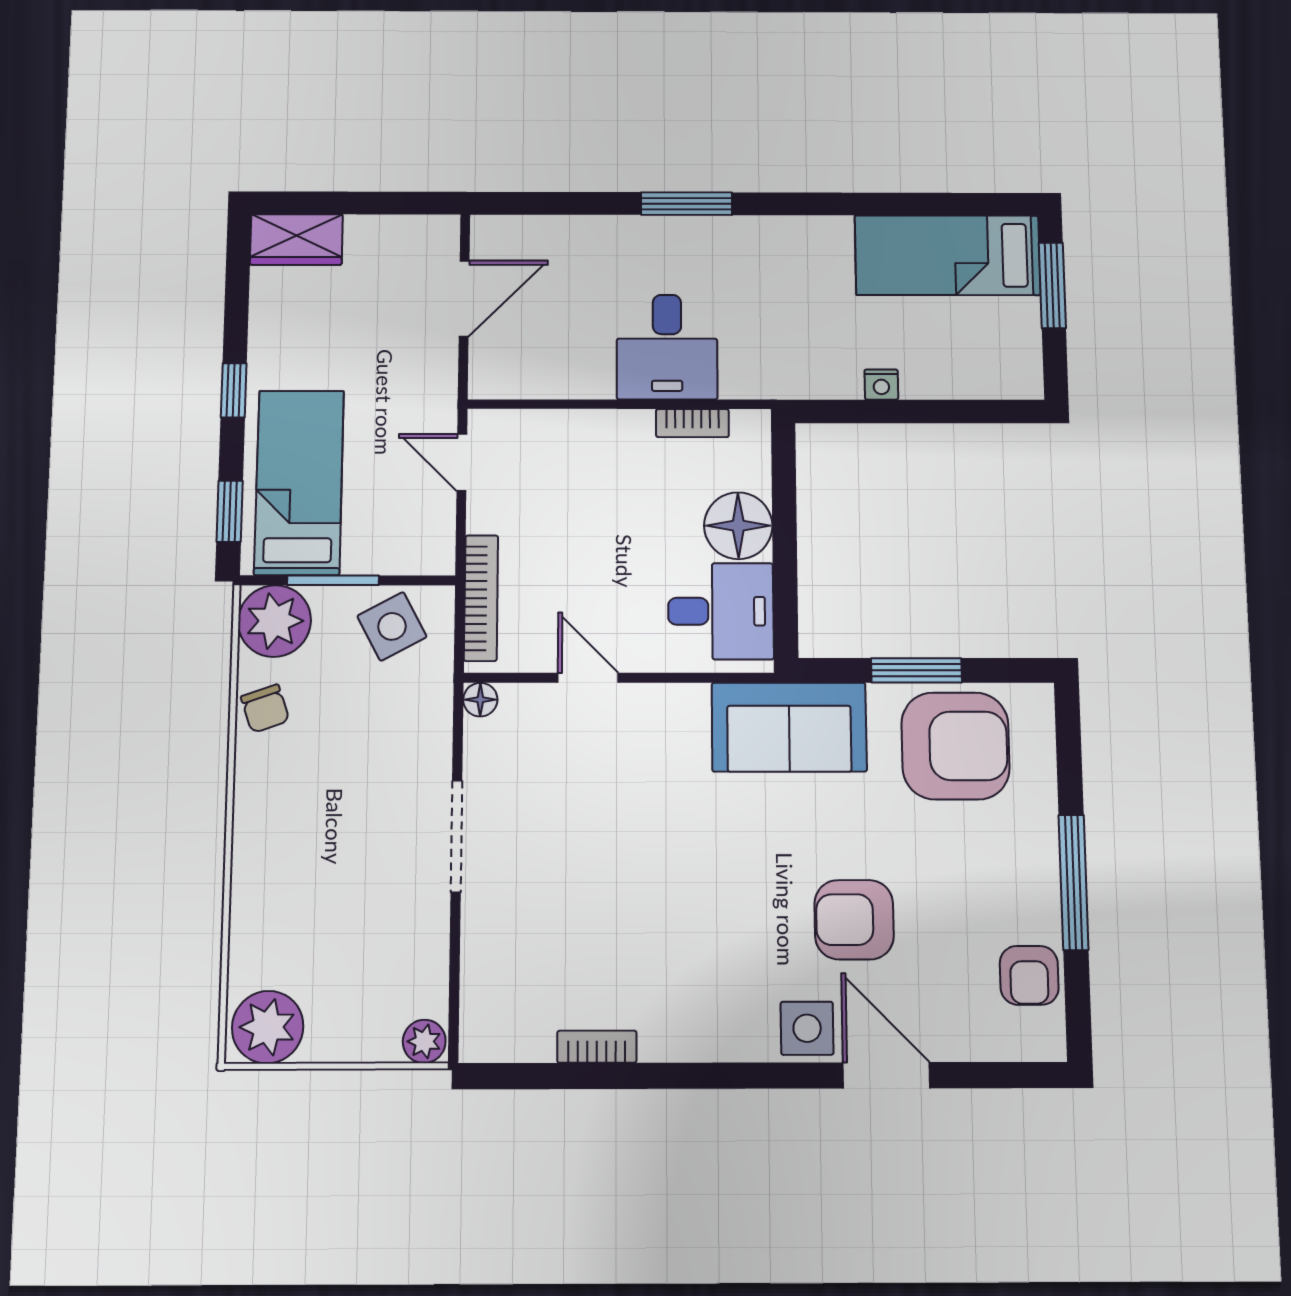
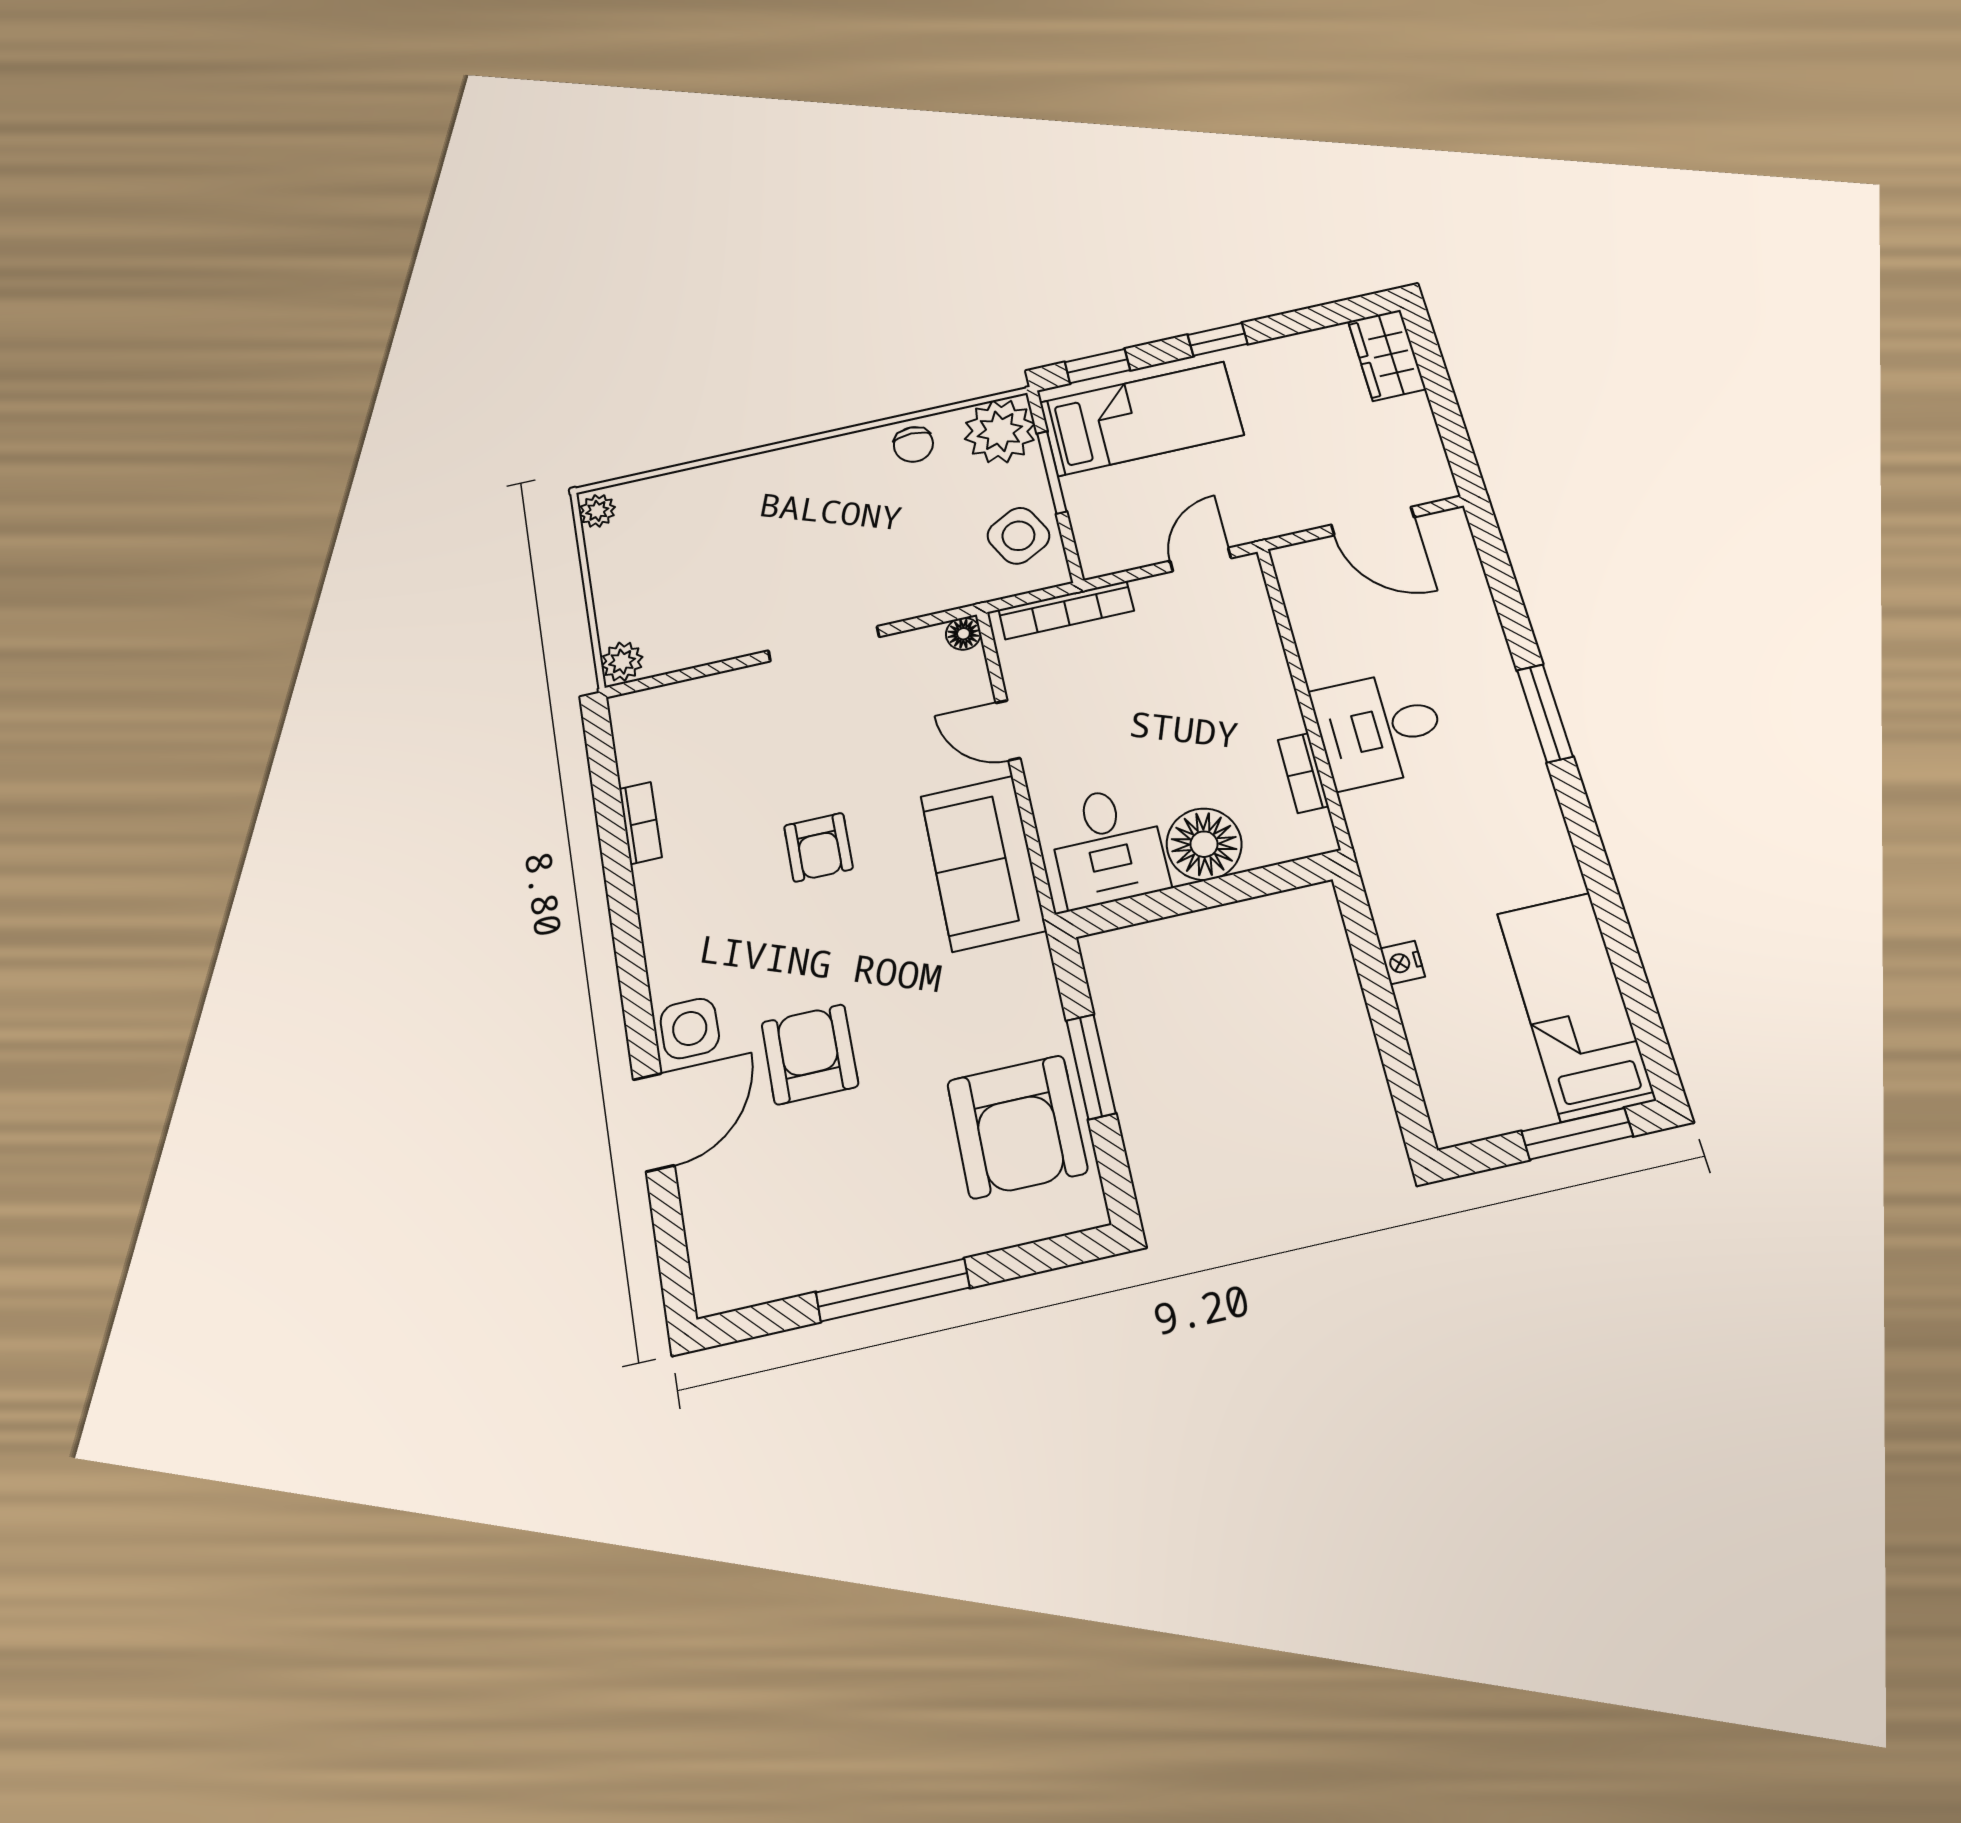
door: (588, 678) -> (1008, 730), swing flipped
chair: (265, 709) -> (913, 444), turned -71
sofa: (789, 727) -> (983, 863), moved
armchair: (1029, 975) -> (818, 847), moved, turned -90
plant: (268, 1027) -> (597, 511), width x0.53, depth x0.53

